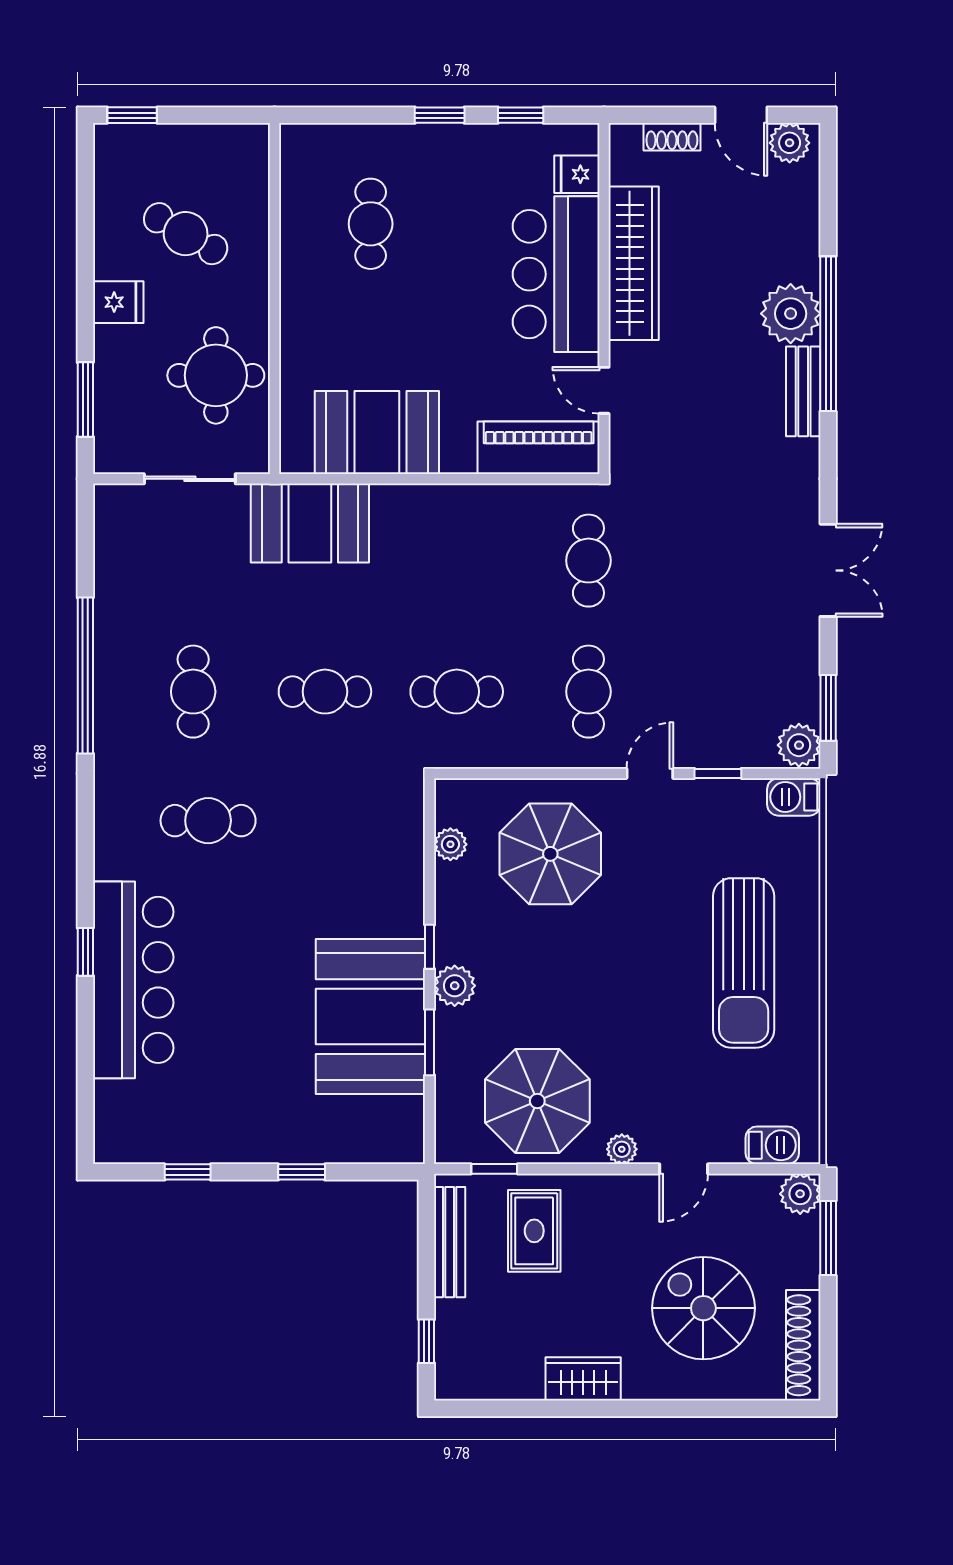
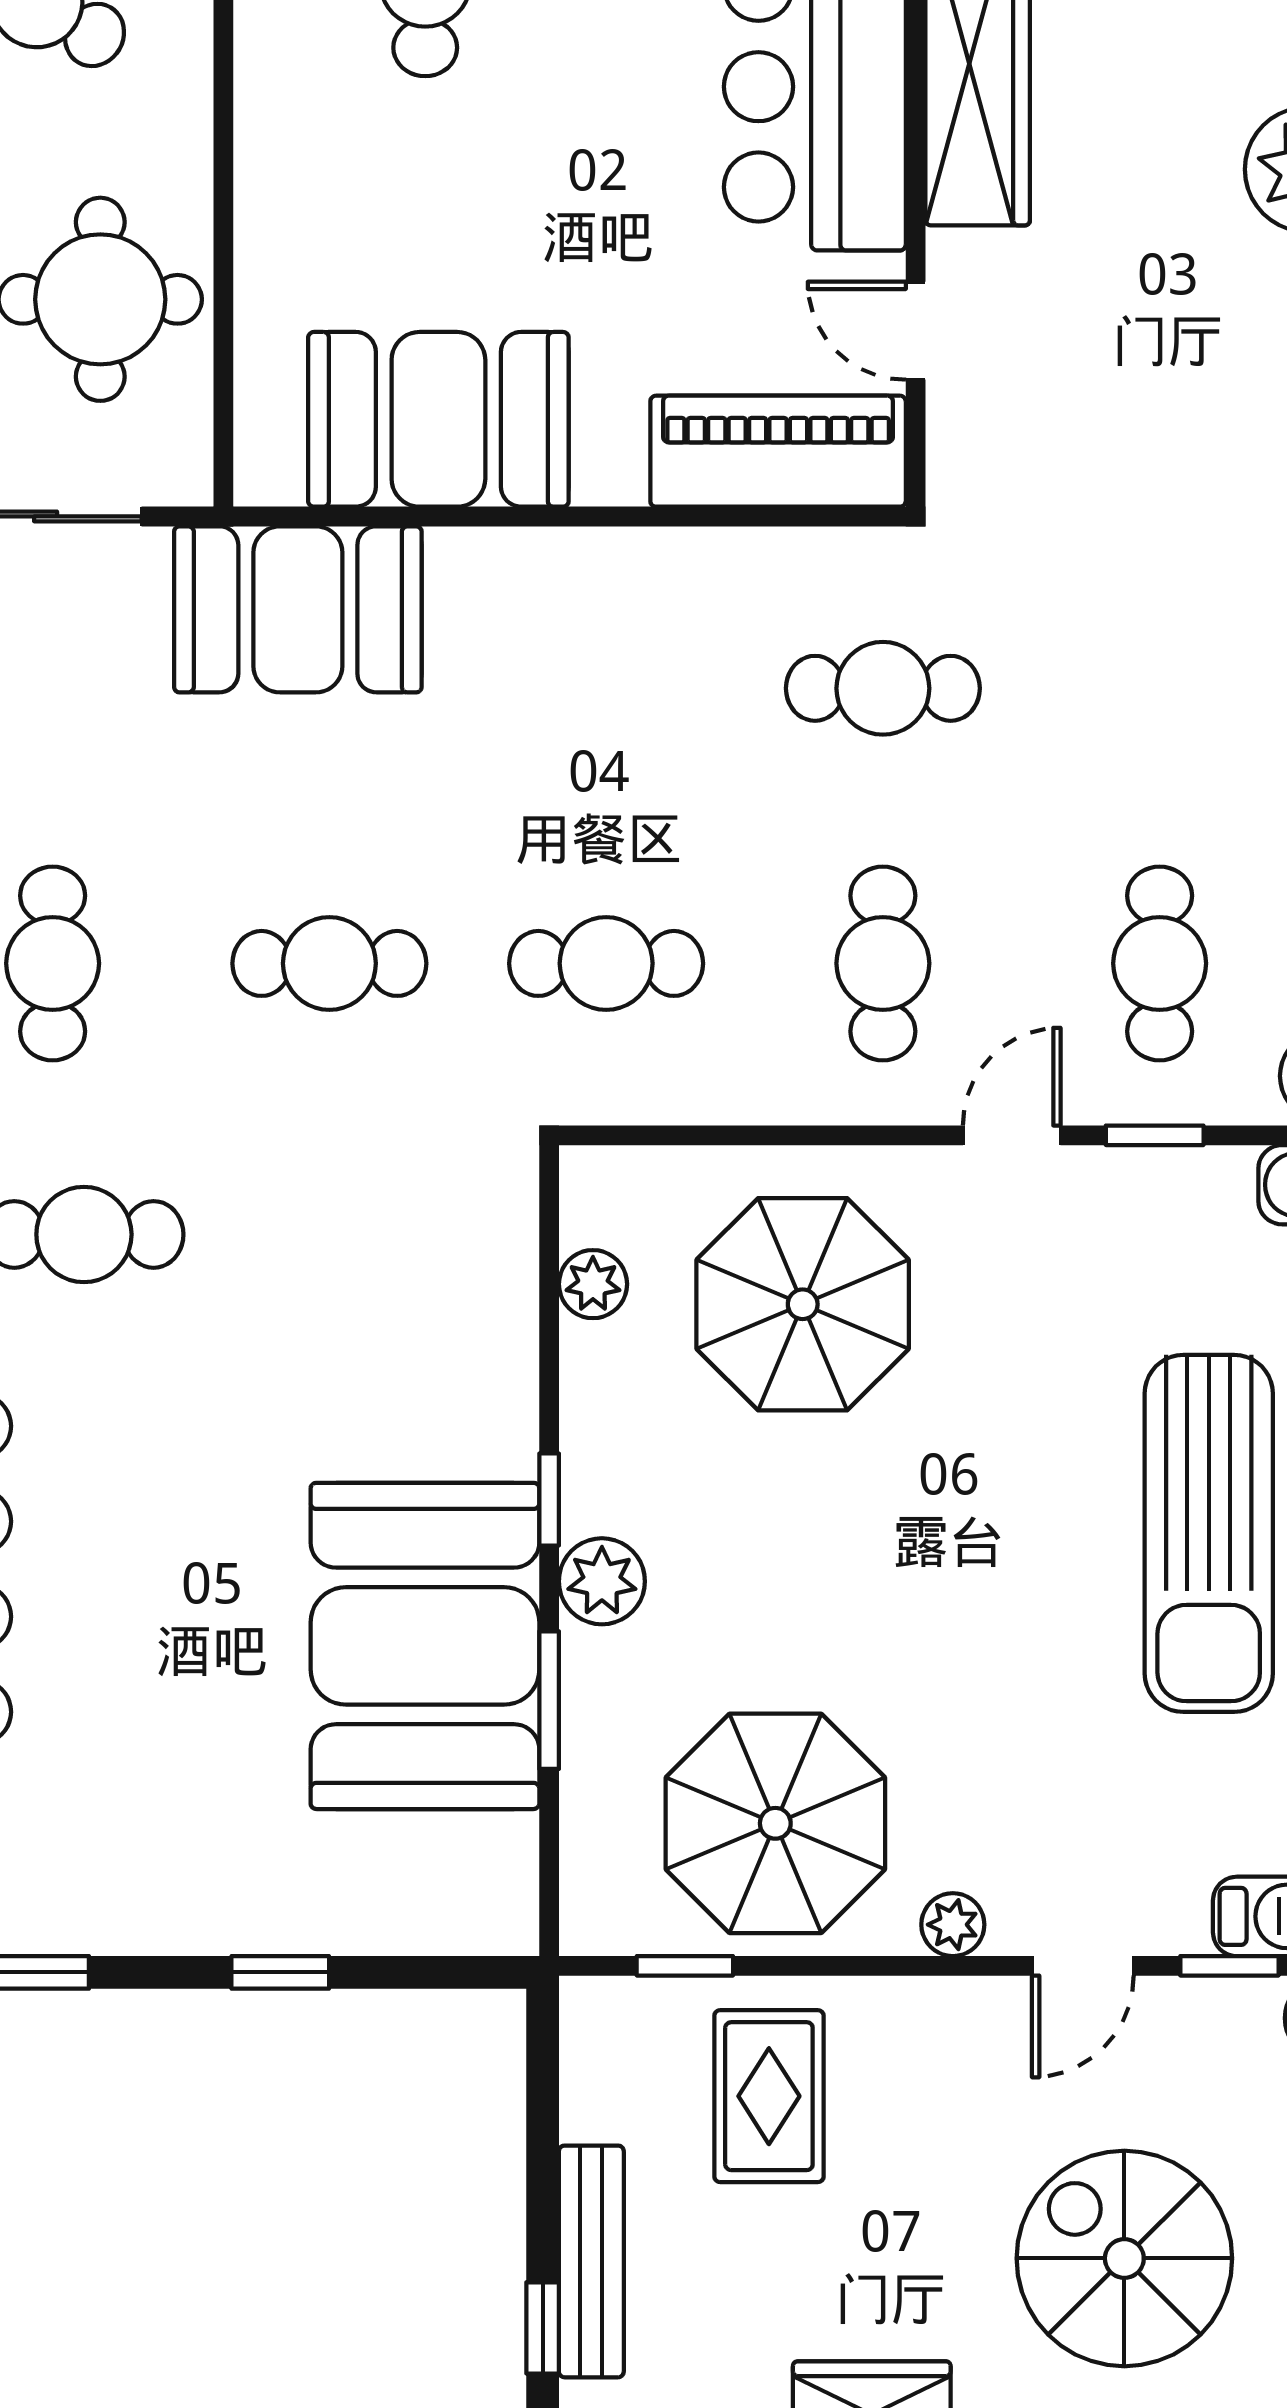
cafe table: (588, 561) -> (883, 688), turned 90
cafe table: (720, 692) -> (1160, 963), added
window: (753, 1169) -> (1229, 1966), added
bench: (450, 1242) -> (591, 2261), moved

